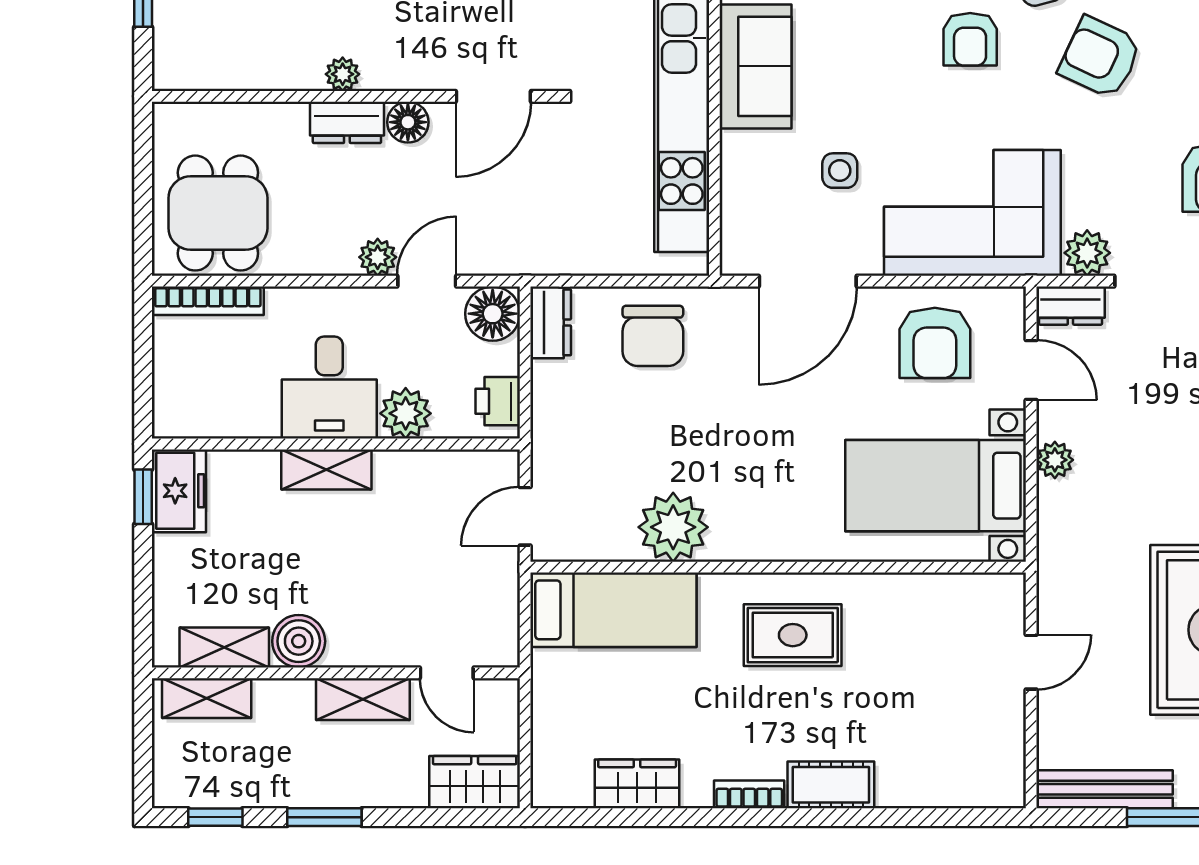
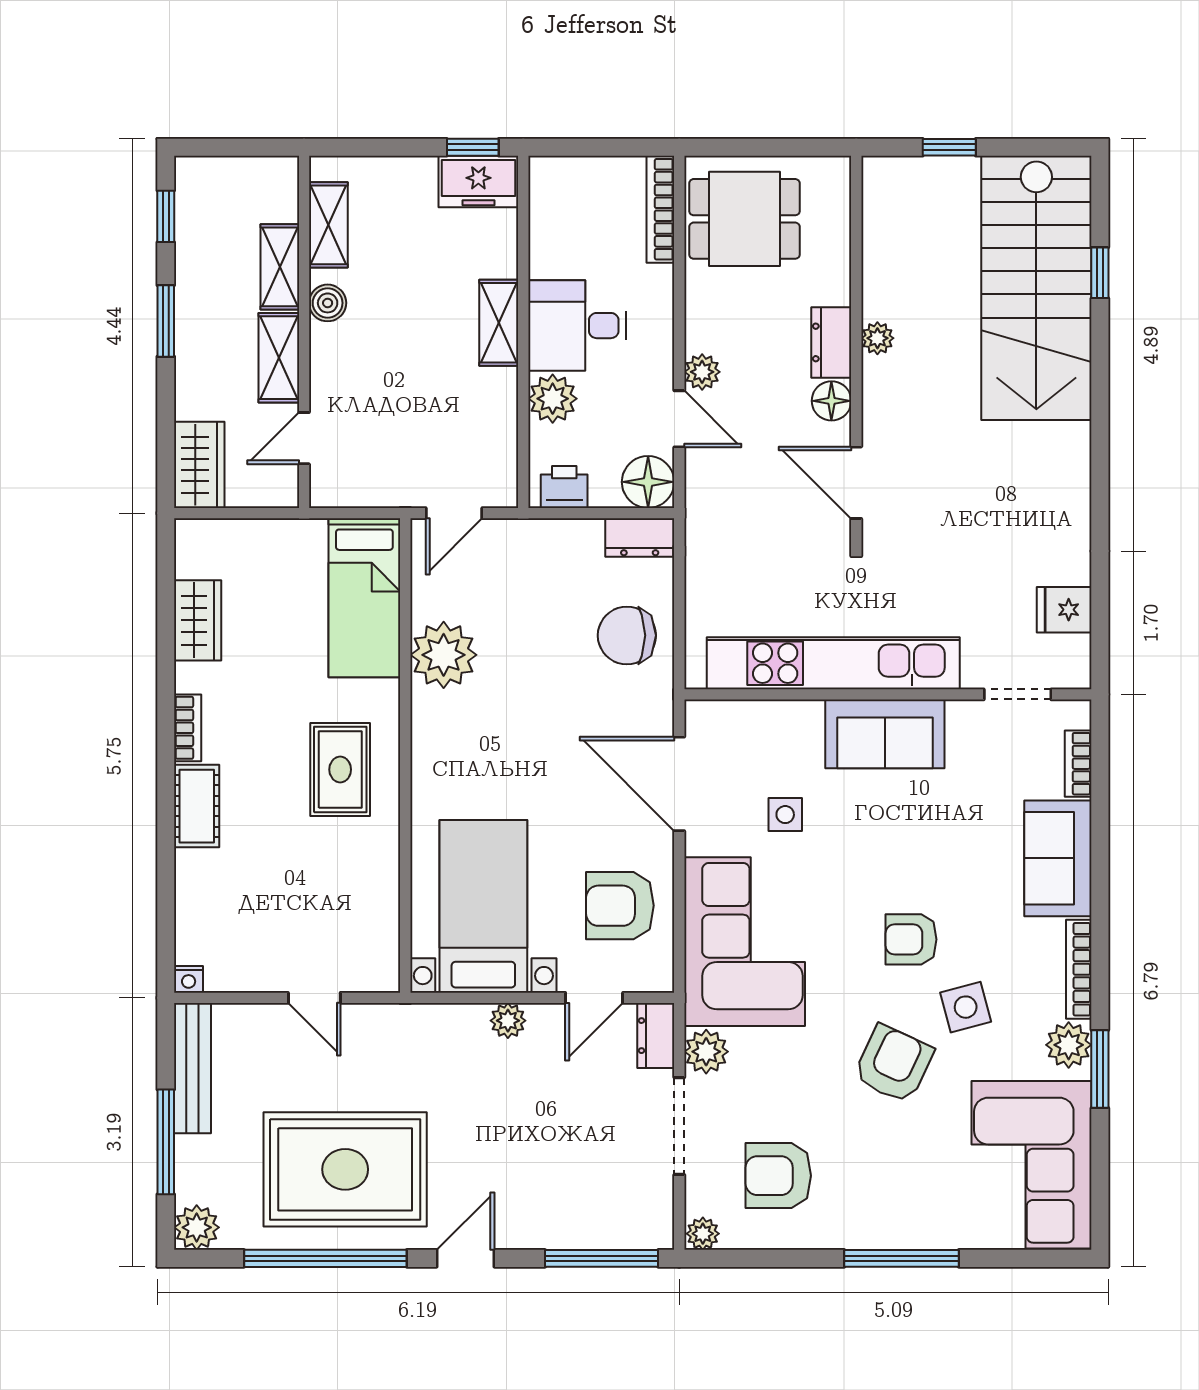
door: (525, 516) -> (454, 513), swing flipped
boiler: (299, 641) -> (328, 303), width x0.73, depth x0.73
shelving: (207, 698) -> (280, 267), moved
nightstand: (1012, 793) -> (189, 979), added

